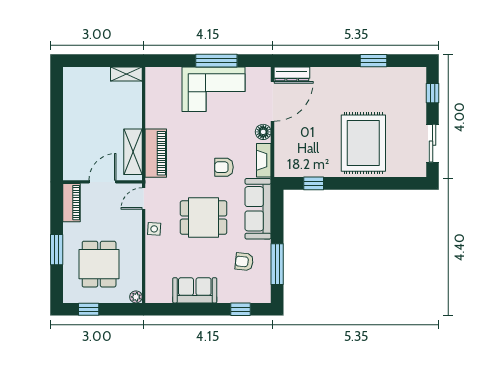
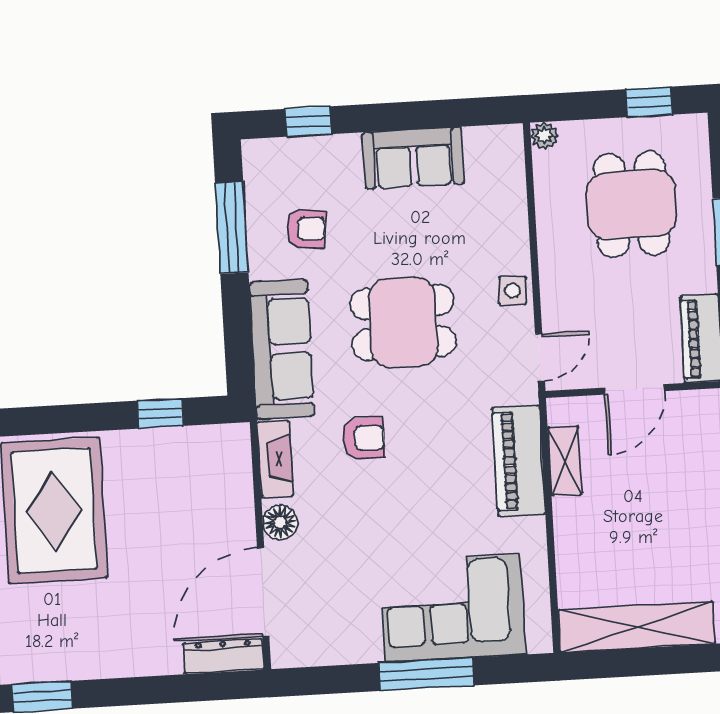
window: (216, 61) -> (427, 674), moved
shelving: (126, 74) -> (637, 627), width x2.20, depth x1.33
corner sofa: (213, 89) -> (453, 608), moved
shelving: (133, 152) -> (565, 461), width x0.67, depth x0.75

